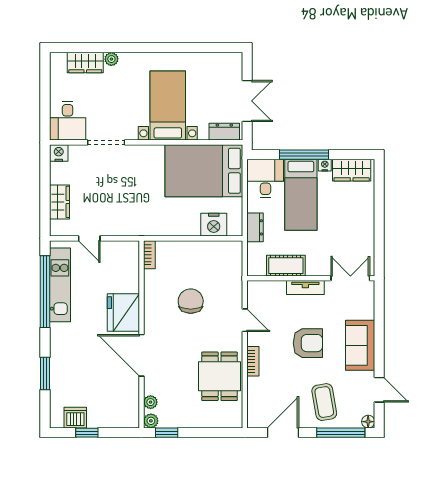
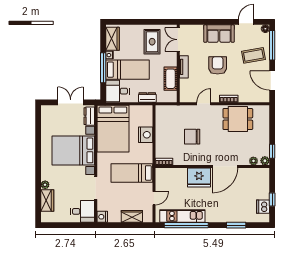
bed with nightstands: (168, 106) -> (73, 150), width x1.36
bed: (131, 202) -> (132, 173), added
nightstand: (214, 225) -> (146, 135), moved
rug: (347, 235) -> (152, 42), added

